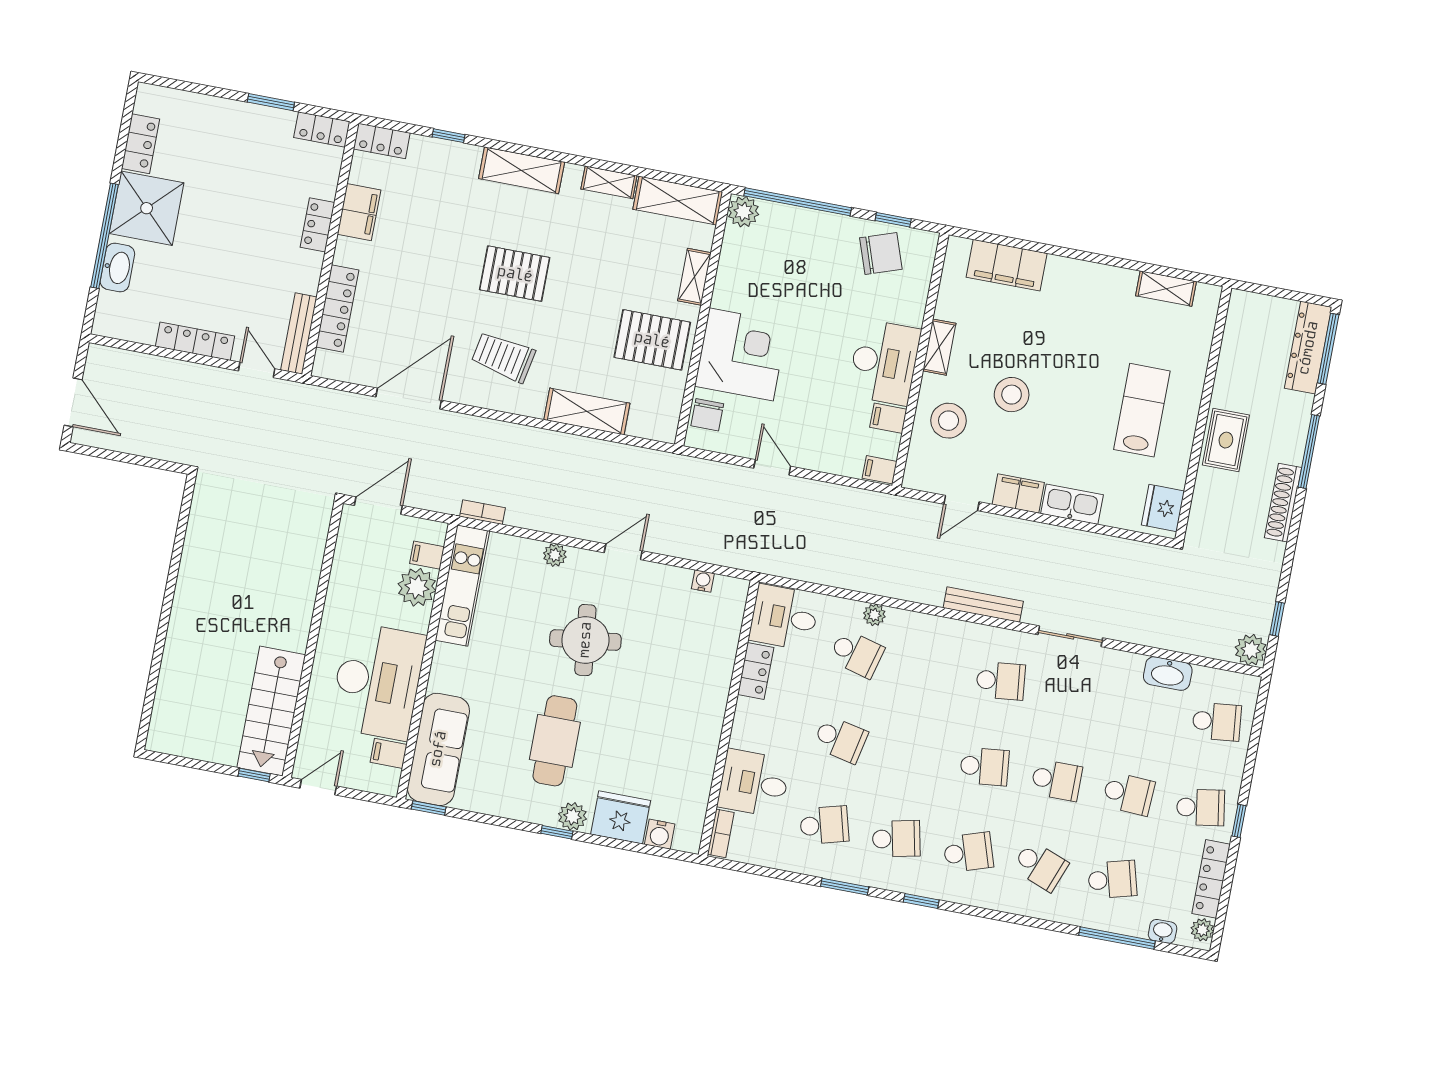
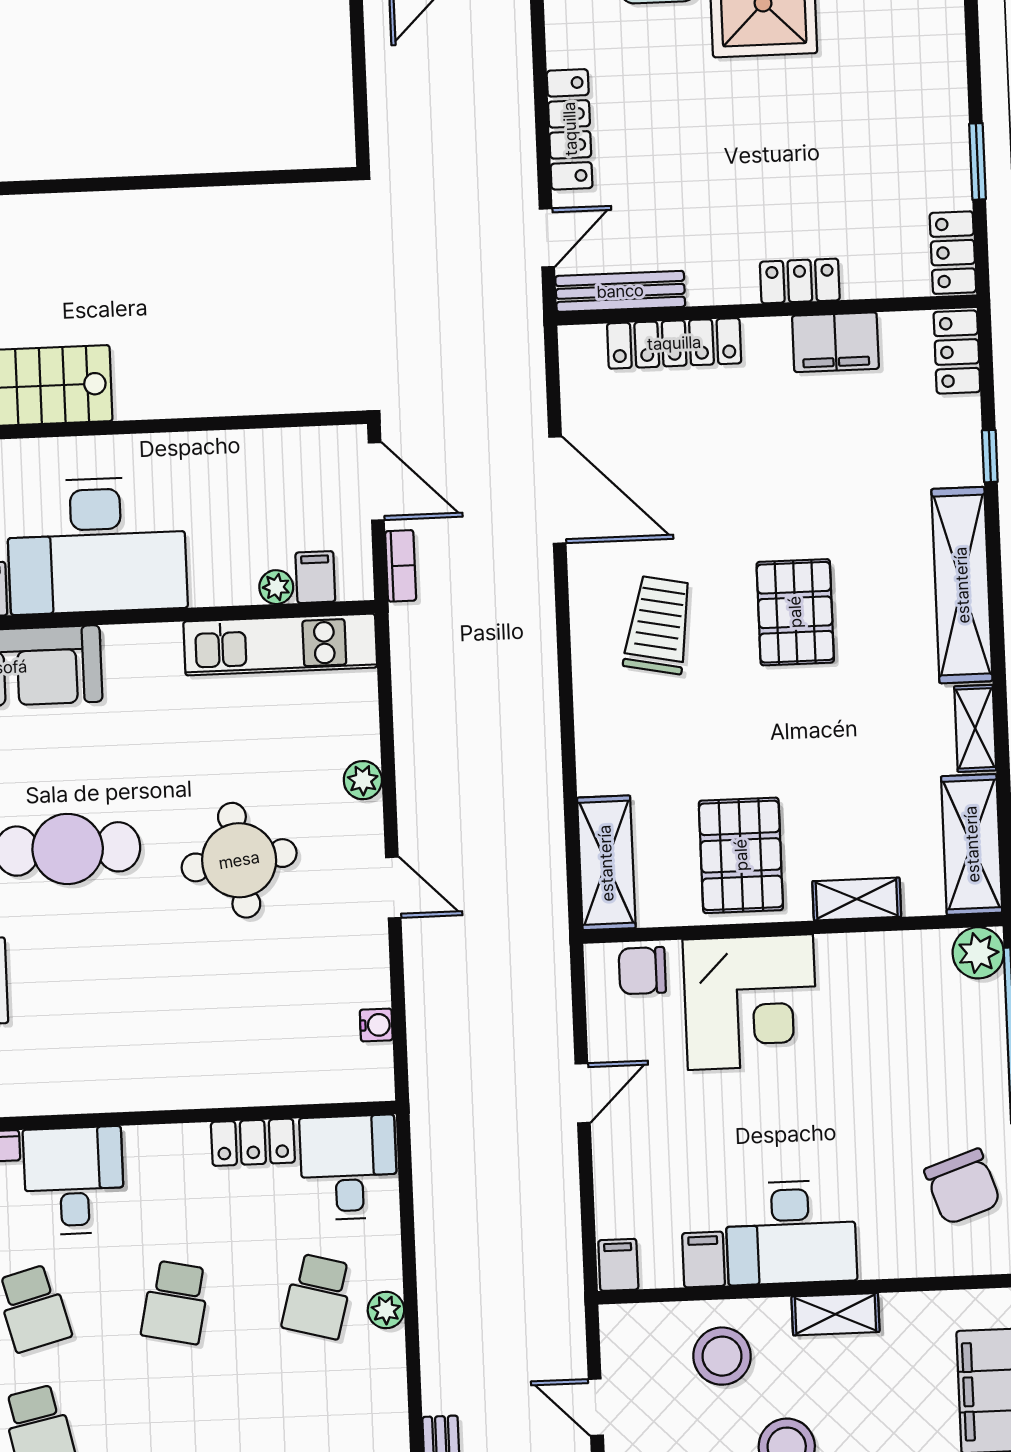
shelving: (522, 170) -> (962, 585), width x1.47
shelving: (587, 411) -> (606, 863), moved
bookcase: (483, 512) -> (401, 566), moved
plant: (417, 587) -> (276, 587), width x0.53, depth x0.53

